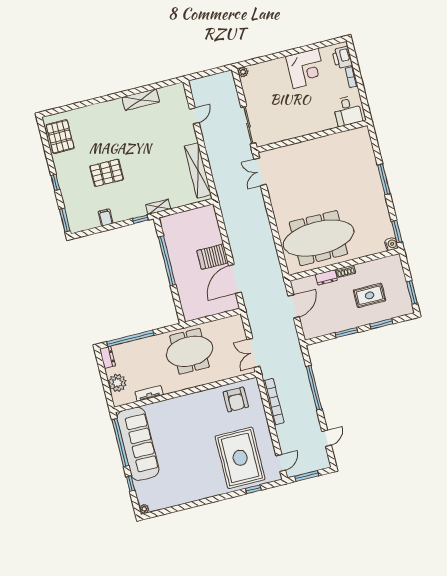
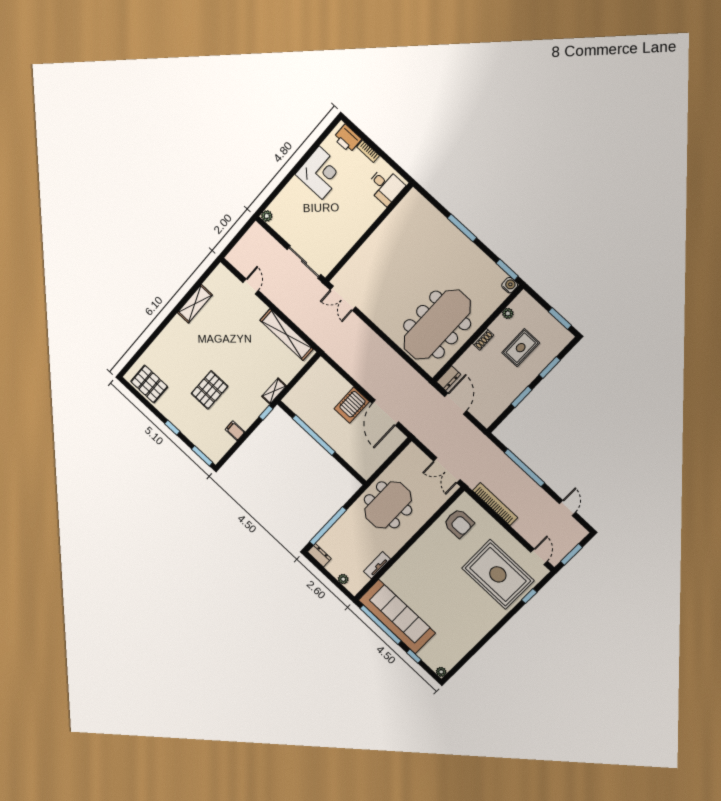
plant: (377, 264) -> (508, 313), added
dresser: (326, 277) -> (449, 378), moved
plant: (117, 383) -> (343, 579), width x0.53, depth x0.53

